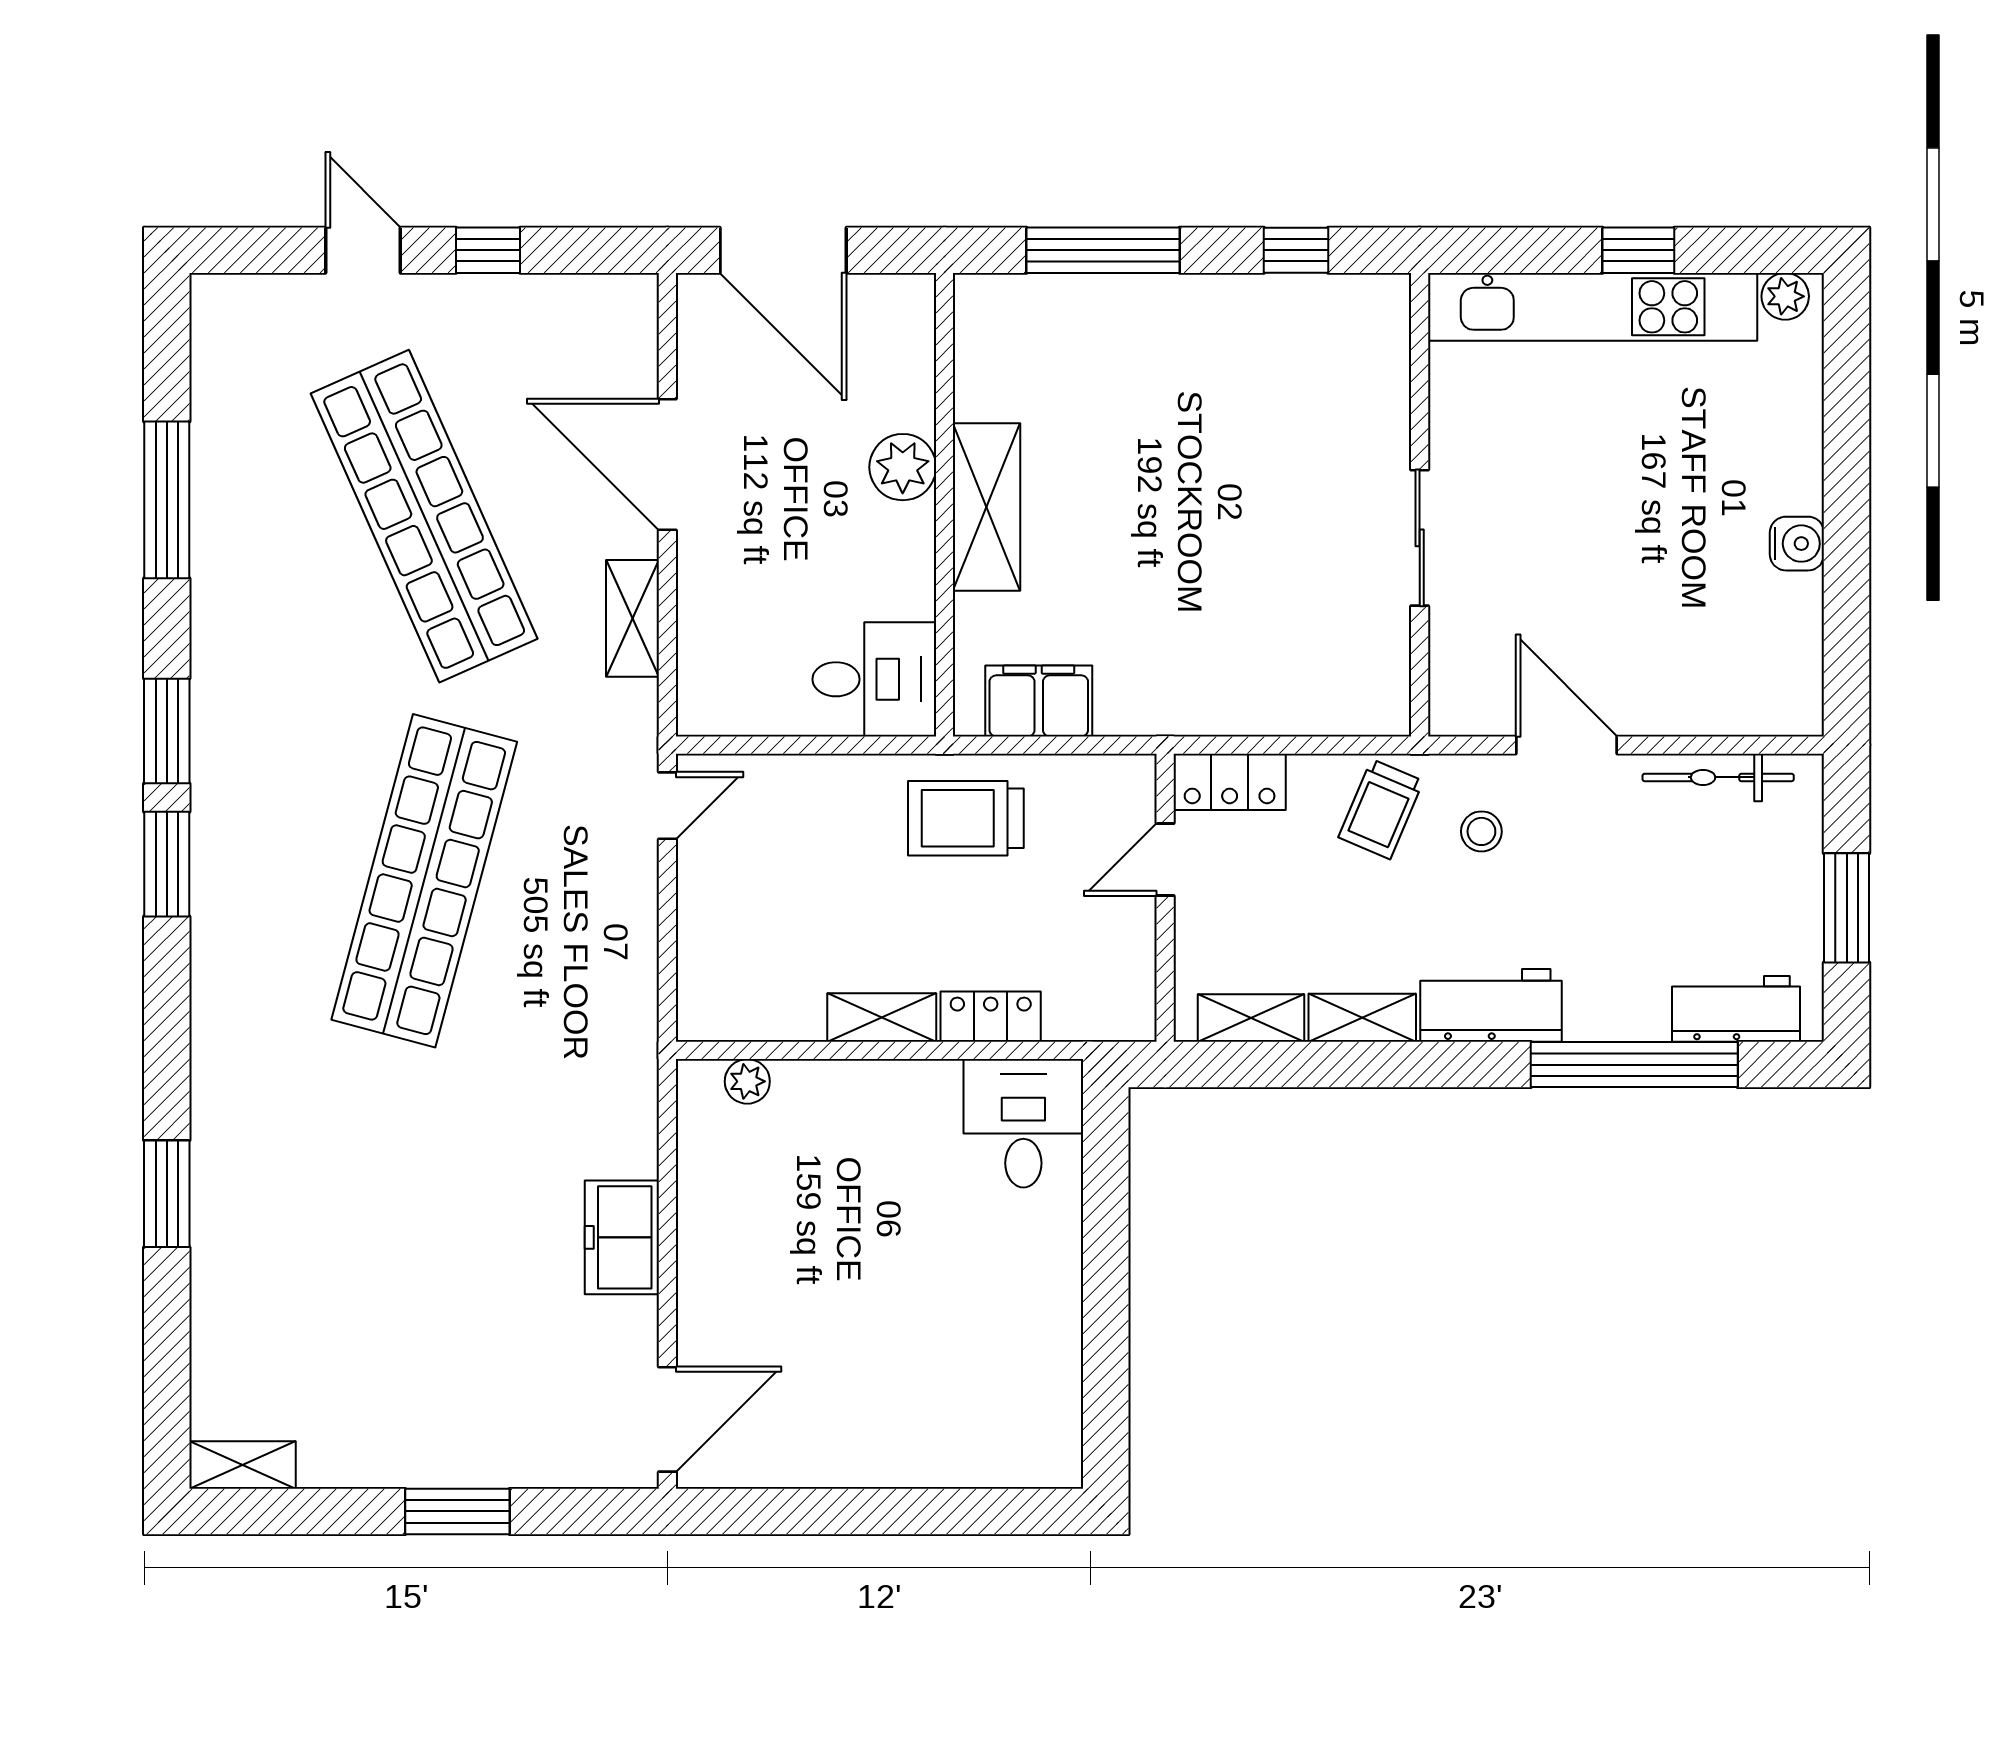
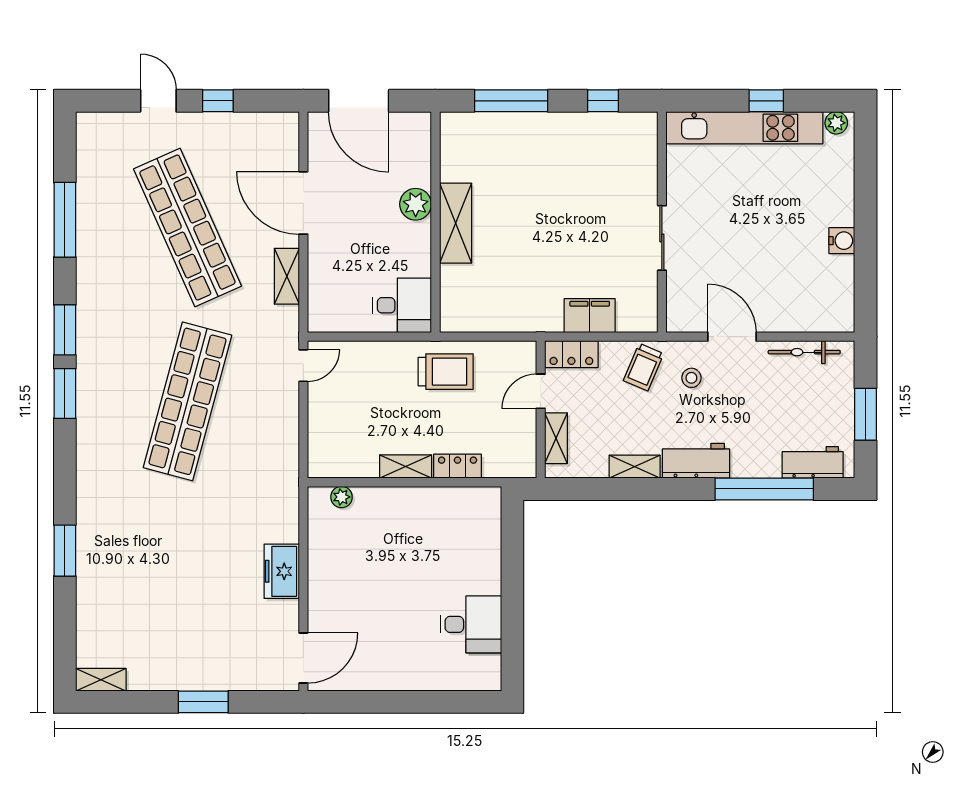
filing cabinet: (1039, 701) -> (590, 316), moved
trolley: (966, 818) -> (446, 372), turned 180
shelving: (1251, 1018) -> (556, 438), moved, turned 90
desk: (1023, 1123) -> (471, 624), moved, turned 90

